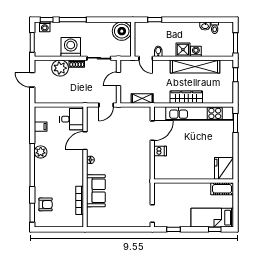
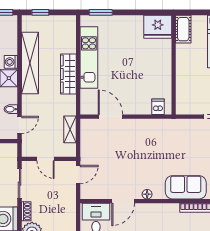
door: (106, 105) -> (78, 174), hinge flipped
kitchen unit: (199, 113) -> (89, 58), width x0.73
door: (85, 141) -> (123, 201), hinge flipped
dishwasher: (160, 151) -> (158, 107), moved

